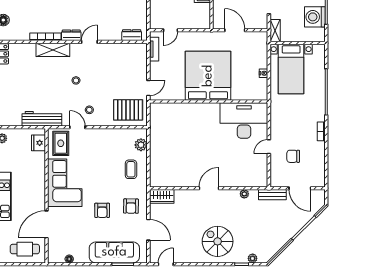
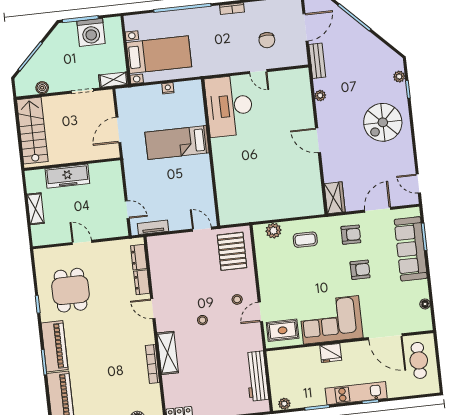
dresser: (71, 35) -> (142, 282), moved
bed: (208, 76) -> (177, 143), width x0.49
workbench: (42, 119) -> (257, 376), moved
fridge: (38, 143) -> (331, 353), moved

